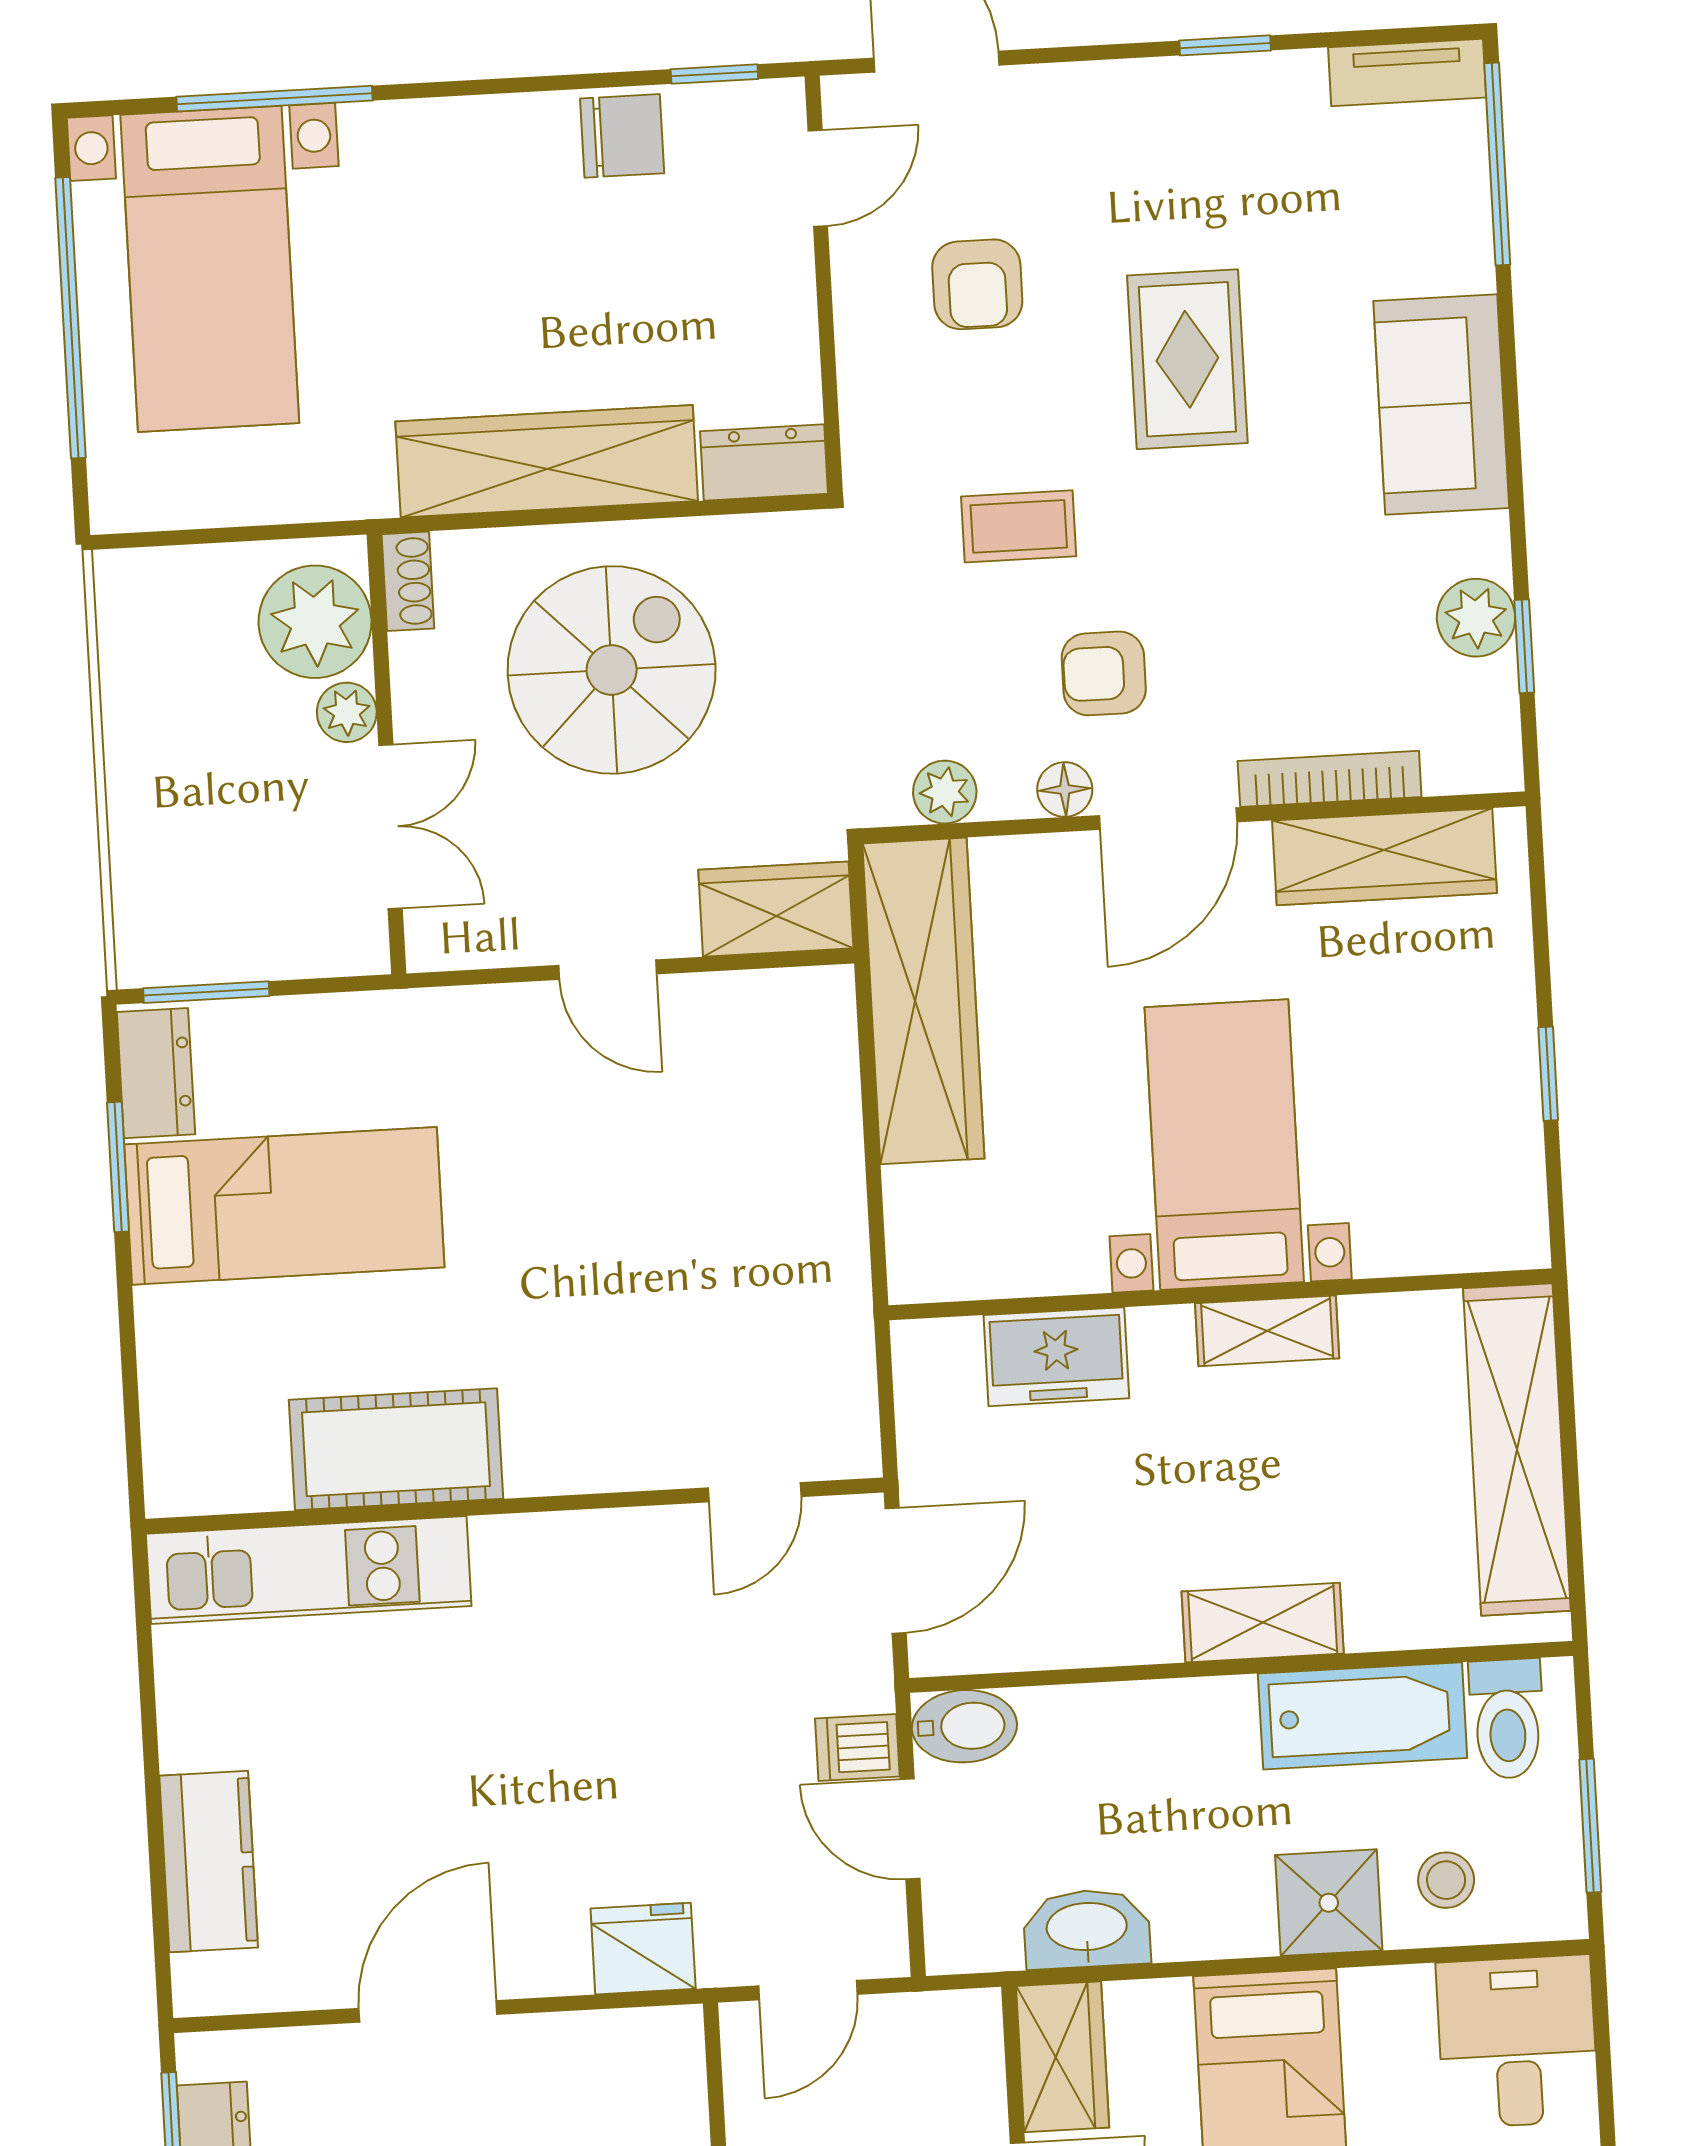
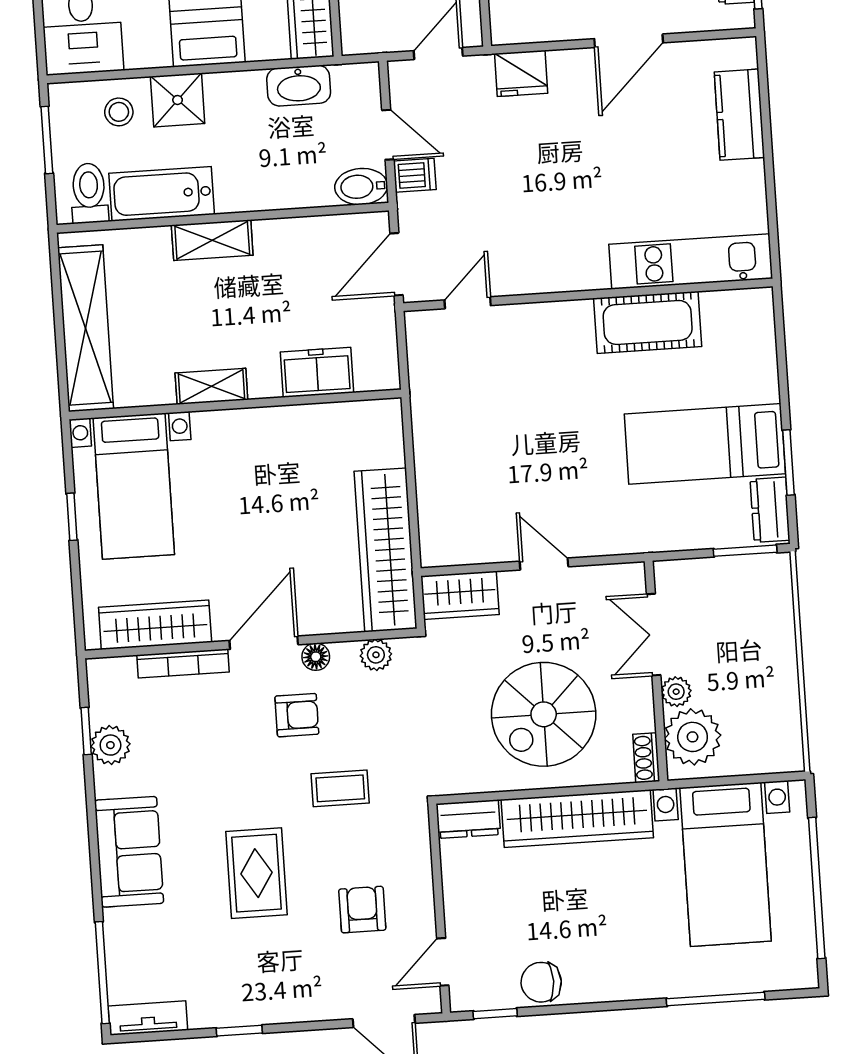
bed with nightstands: (210, 269) -> (726, 864), moved, turned 180
bed with nightstands: (1224, 1145) -> (134, 486), moved

